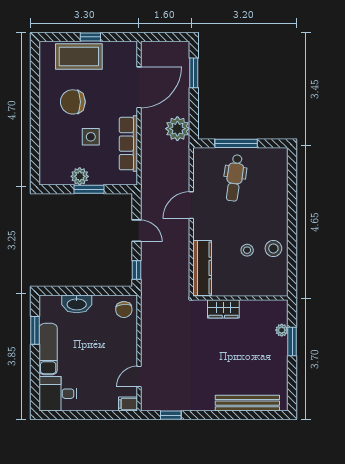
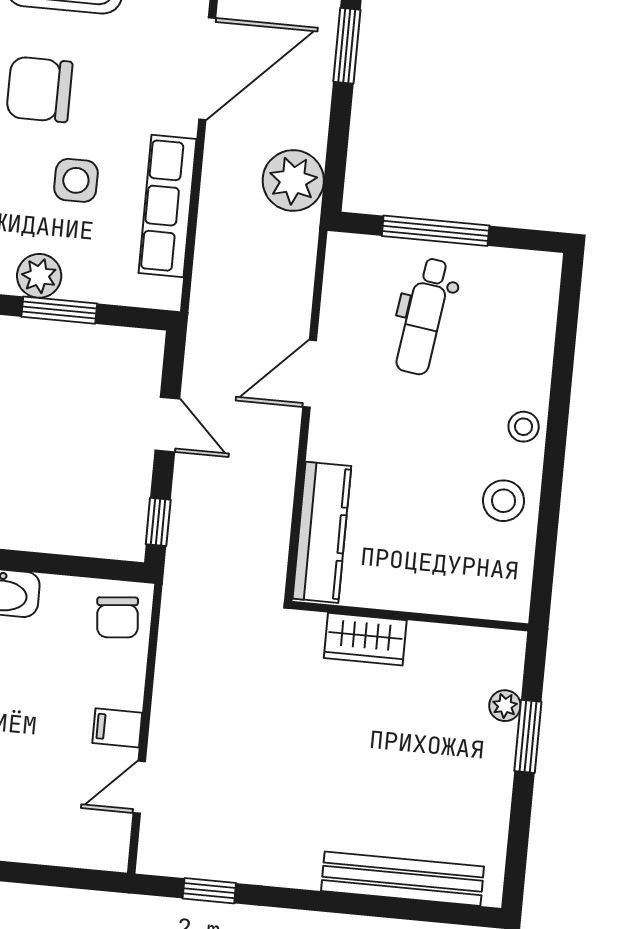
stool: (247, 250) -> (524, 427), moved
filing cabinet: (128, 404) -> (117, 728), moved

